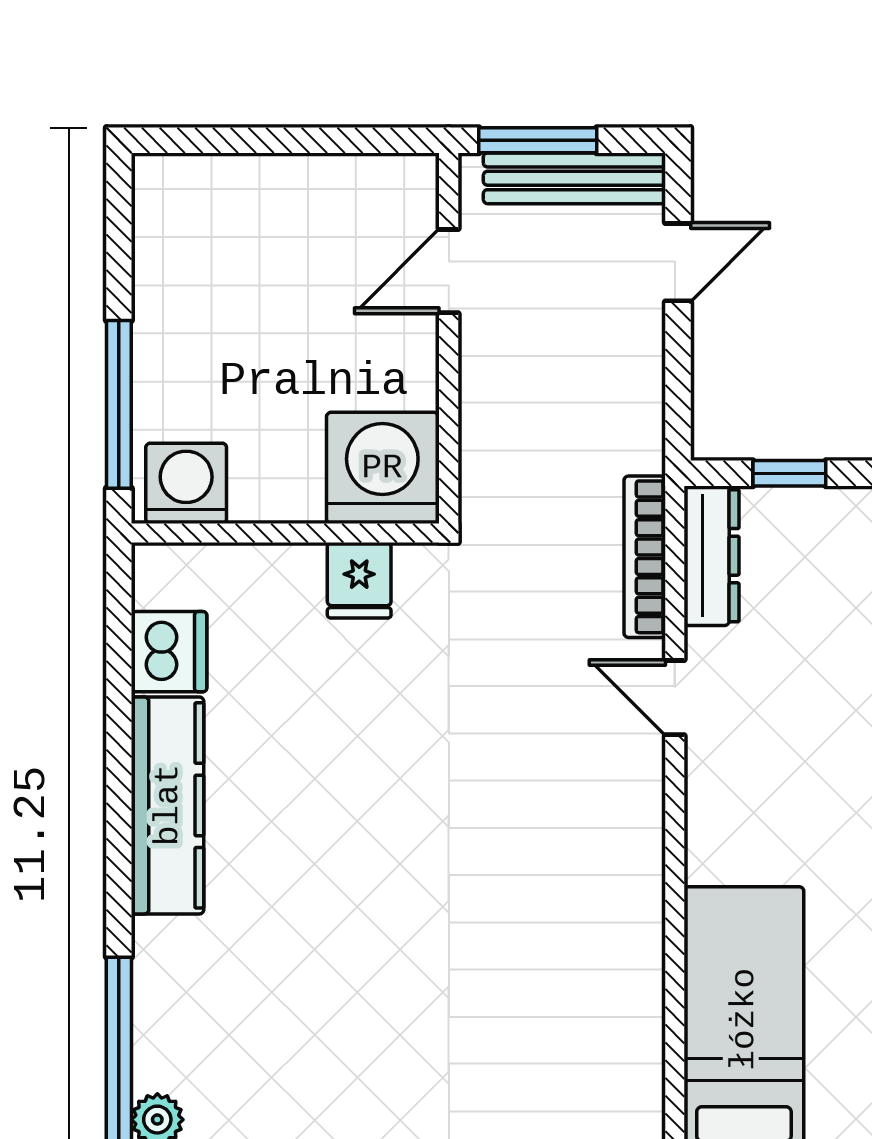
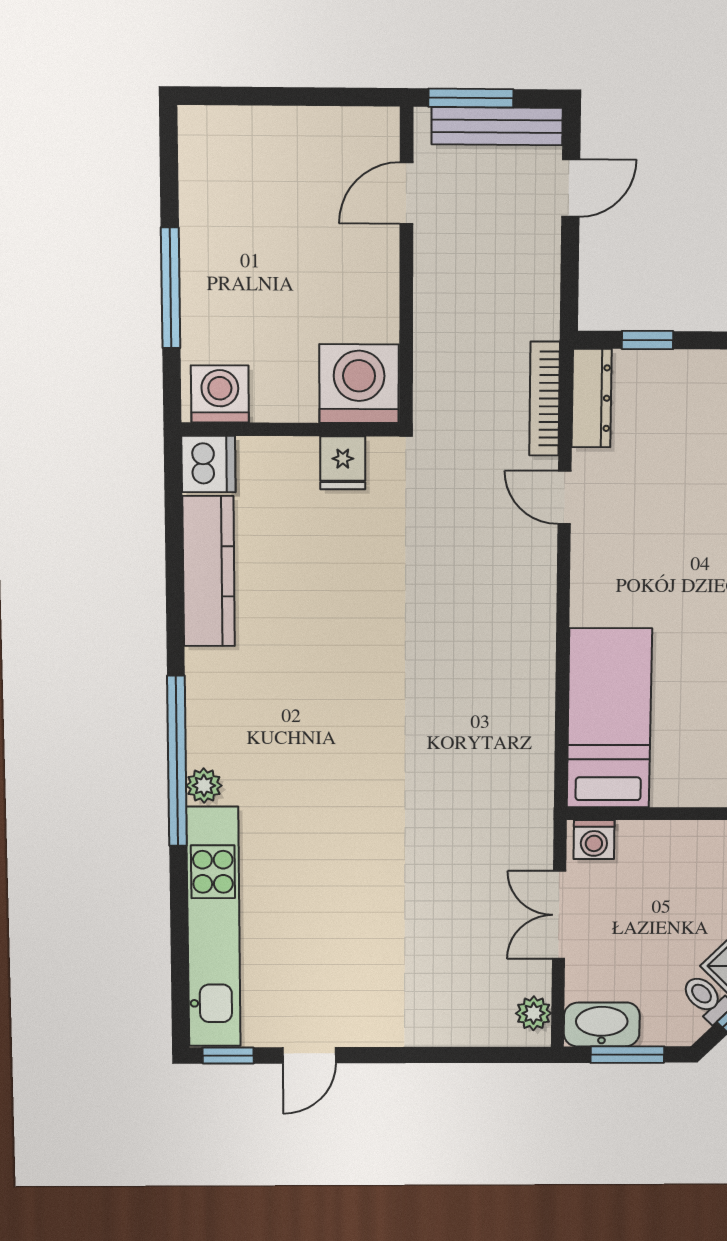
washing machine: (382, 468) -> (359, 384), moved
washing machine: (186, 483) -> (220, 394), moved
wall: (285, 533) -> (290, 429), moved
fridge: (359, 580) -> (343, 463), moved

